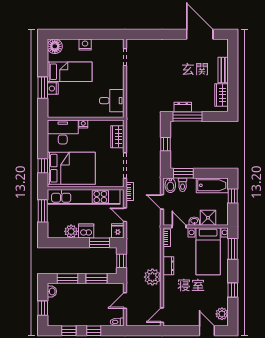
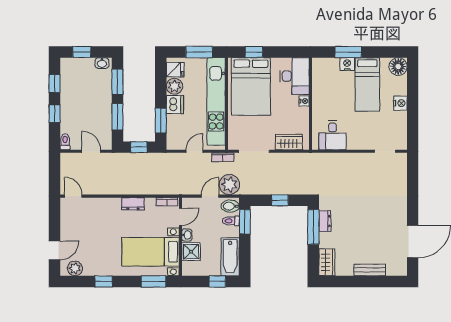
wardrobe: (222, 95) -> (327, 262), moved, turned 90
fridge: (118, 231) -> (175, 70), moved
plant: (152, 277) -> (229, 185), moved

